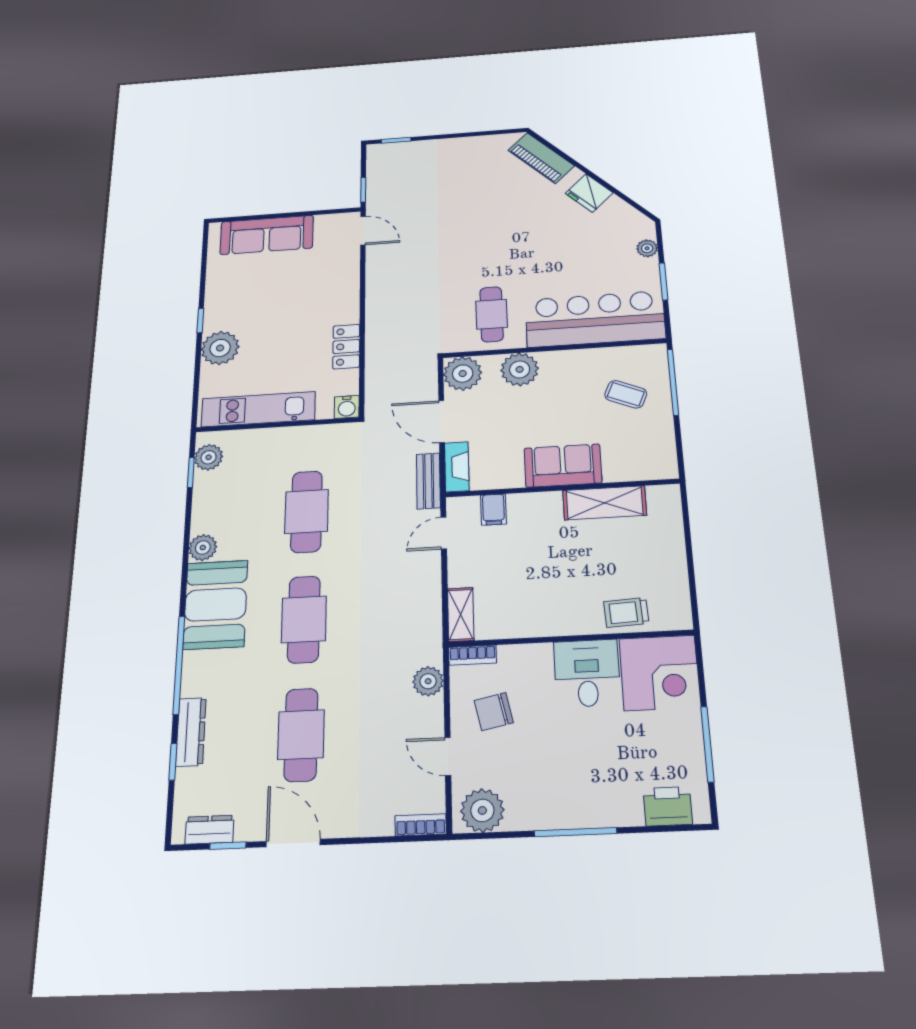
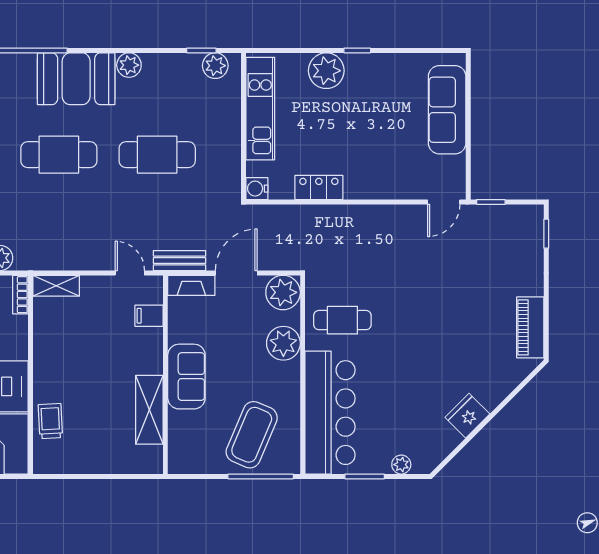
piano: (541, 158) -> (530, 327), moved, turned -45
coffee table: (626, 394) -> (252, 435), width x1.86, depth x1.72

